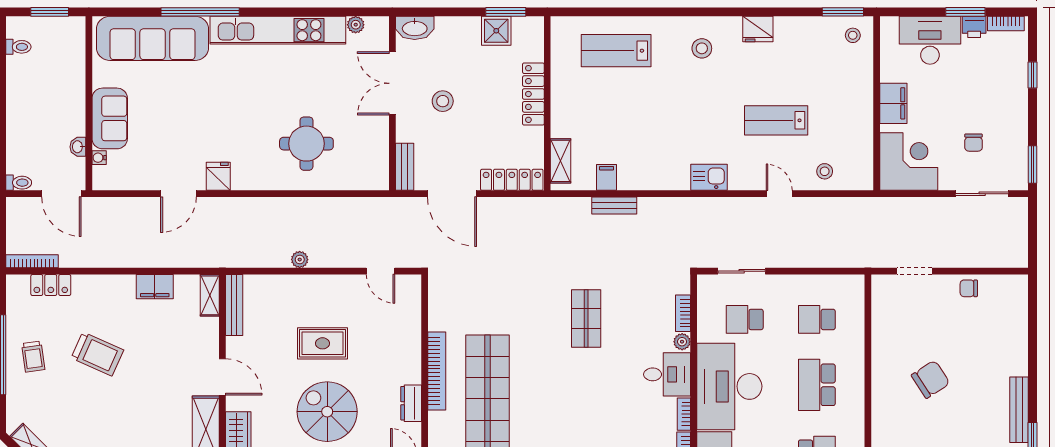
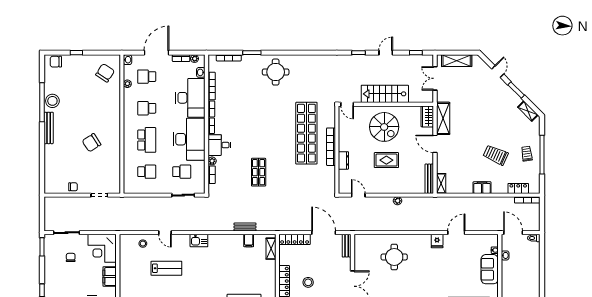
stool: (443, 101) -> (308, 282), moved
filing cabinet: (155, 287) -> (482, 188), moved
dresser: (411, 403) -> (343, 160), moved

